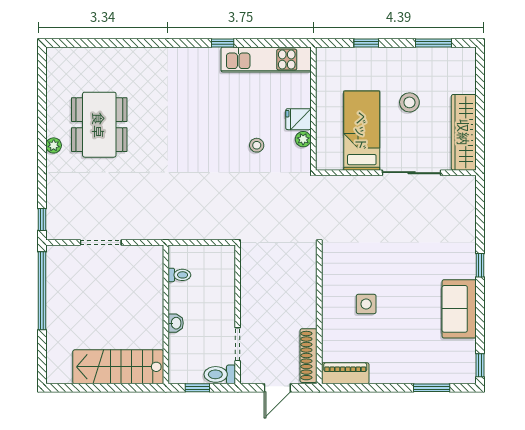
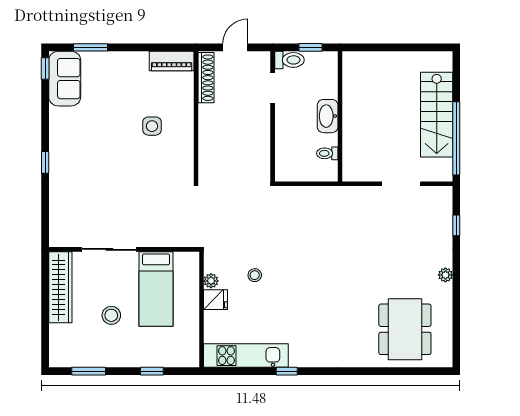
dining table: (99, 125) -> (405, 329), moved
window: (42, 220) -> (456, 225), moved
sofa: (459, 309) -> (65, 79), moved
washbasin: (176, 323) -> (328, 116), width x1.91, depth x1.45
stairs: (118, 367) -> (437, 115), moved, turned 90

